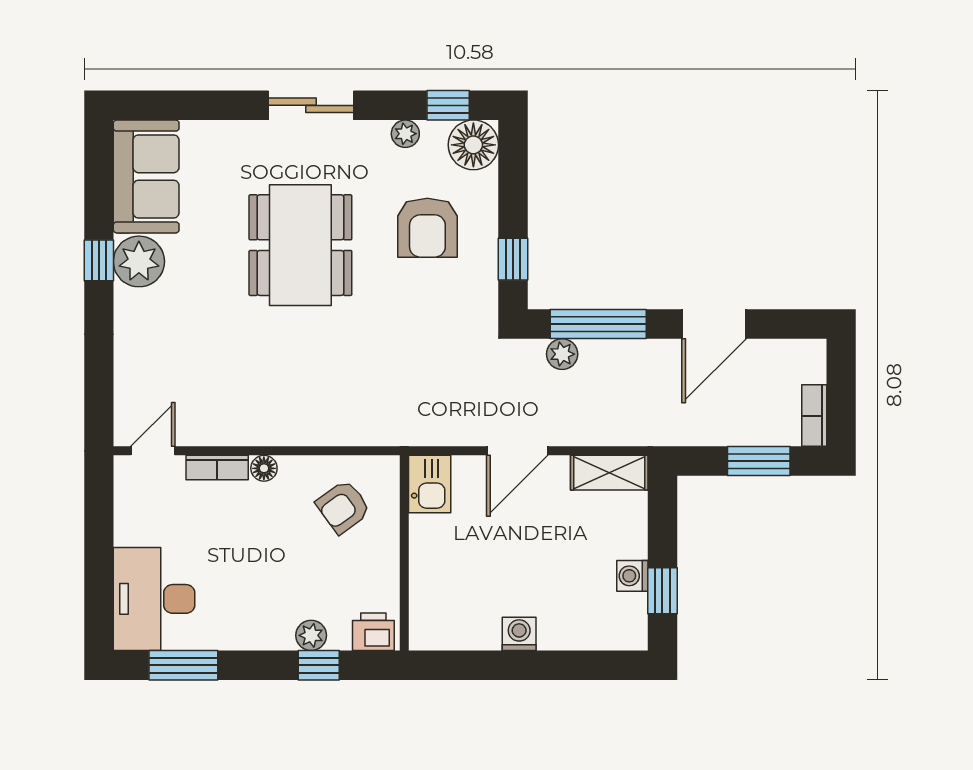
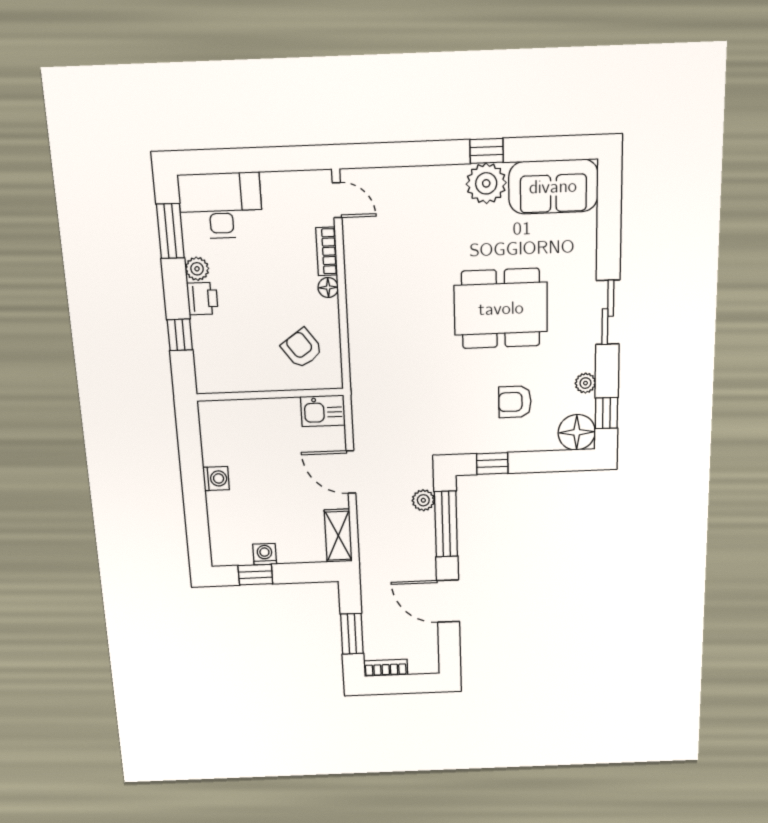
armchair: (427, 228) -> (515, 402), width x0.72, depth x0.72
printer: (373, 632) -> (202, 299), moved
plant: (311, 635) -> (197, 269), moved

